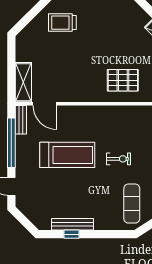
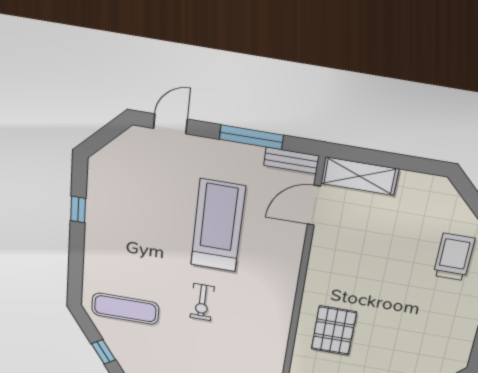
window: (11, 143) -> (251, 137), width x0.68
treadmill: (67, 155) -> (218, 226), turned 180
bench: (72, 224) -> (95, 214), removed

